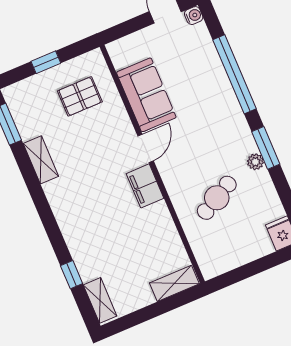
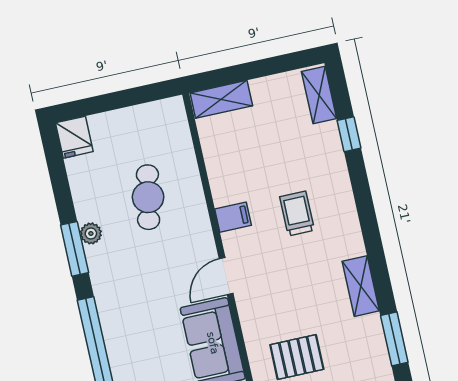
filing cabinet: (145, 186) -> (233, 217), width x0.50
cafe table: (217, 198) -> (148, 197), turned -51
trolley: (100, 206) -> (297, 213), added

